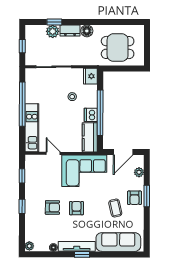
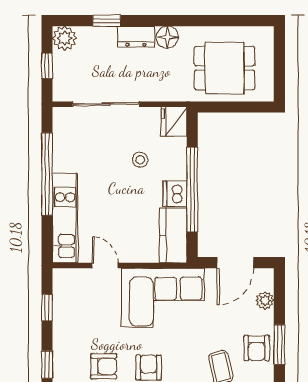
plant: (53, 31) -> (65, 38), moved

